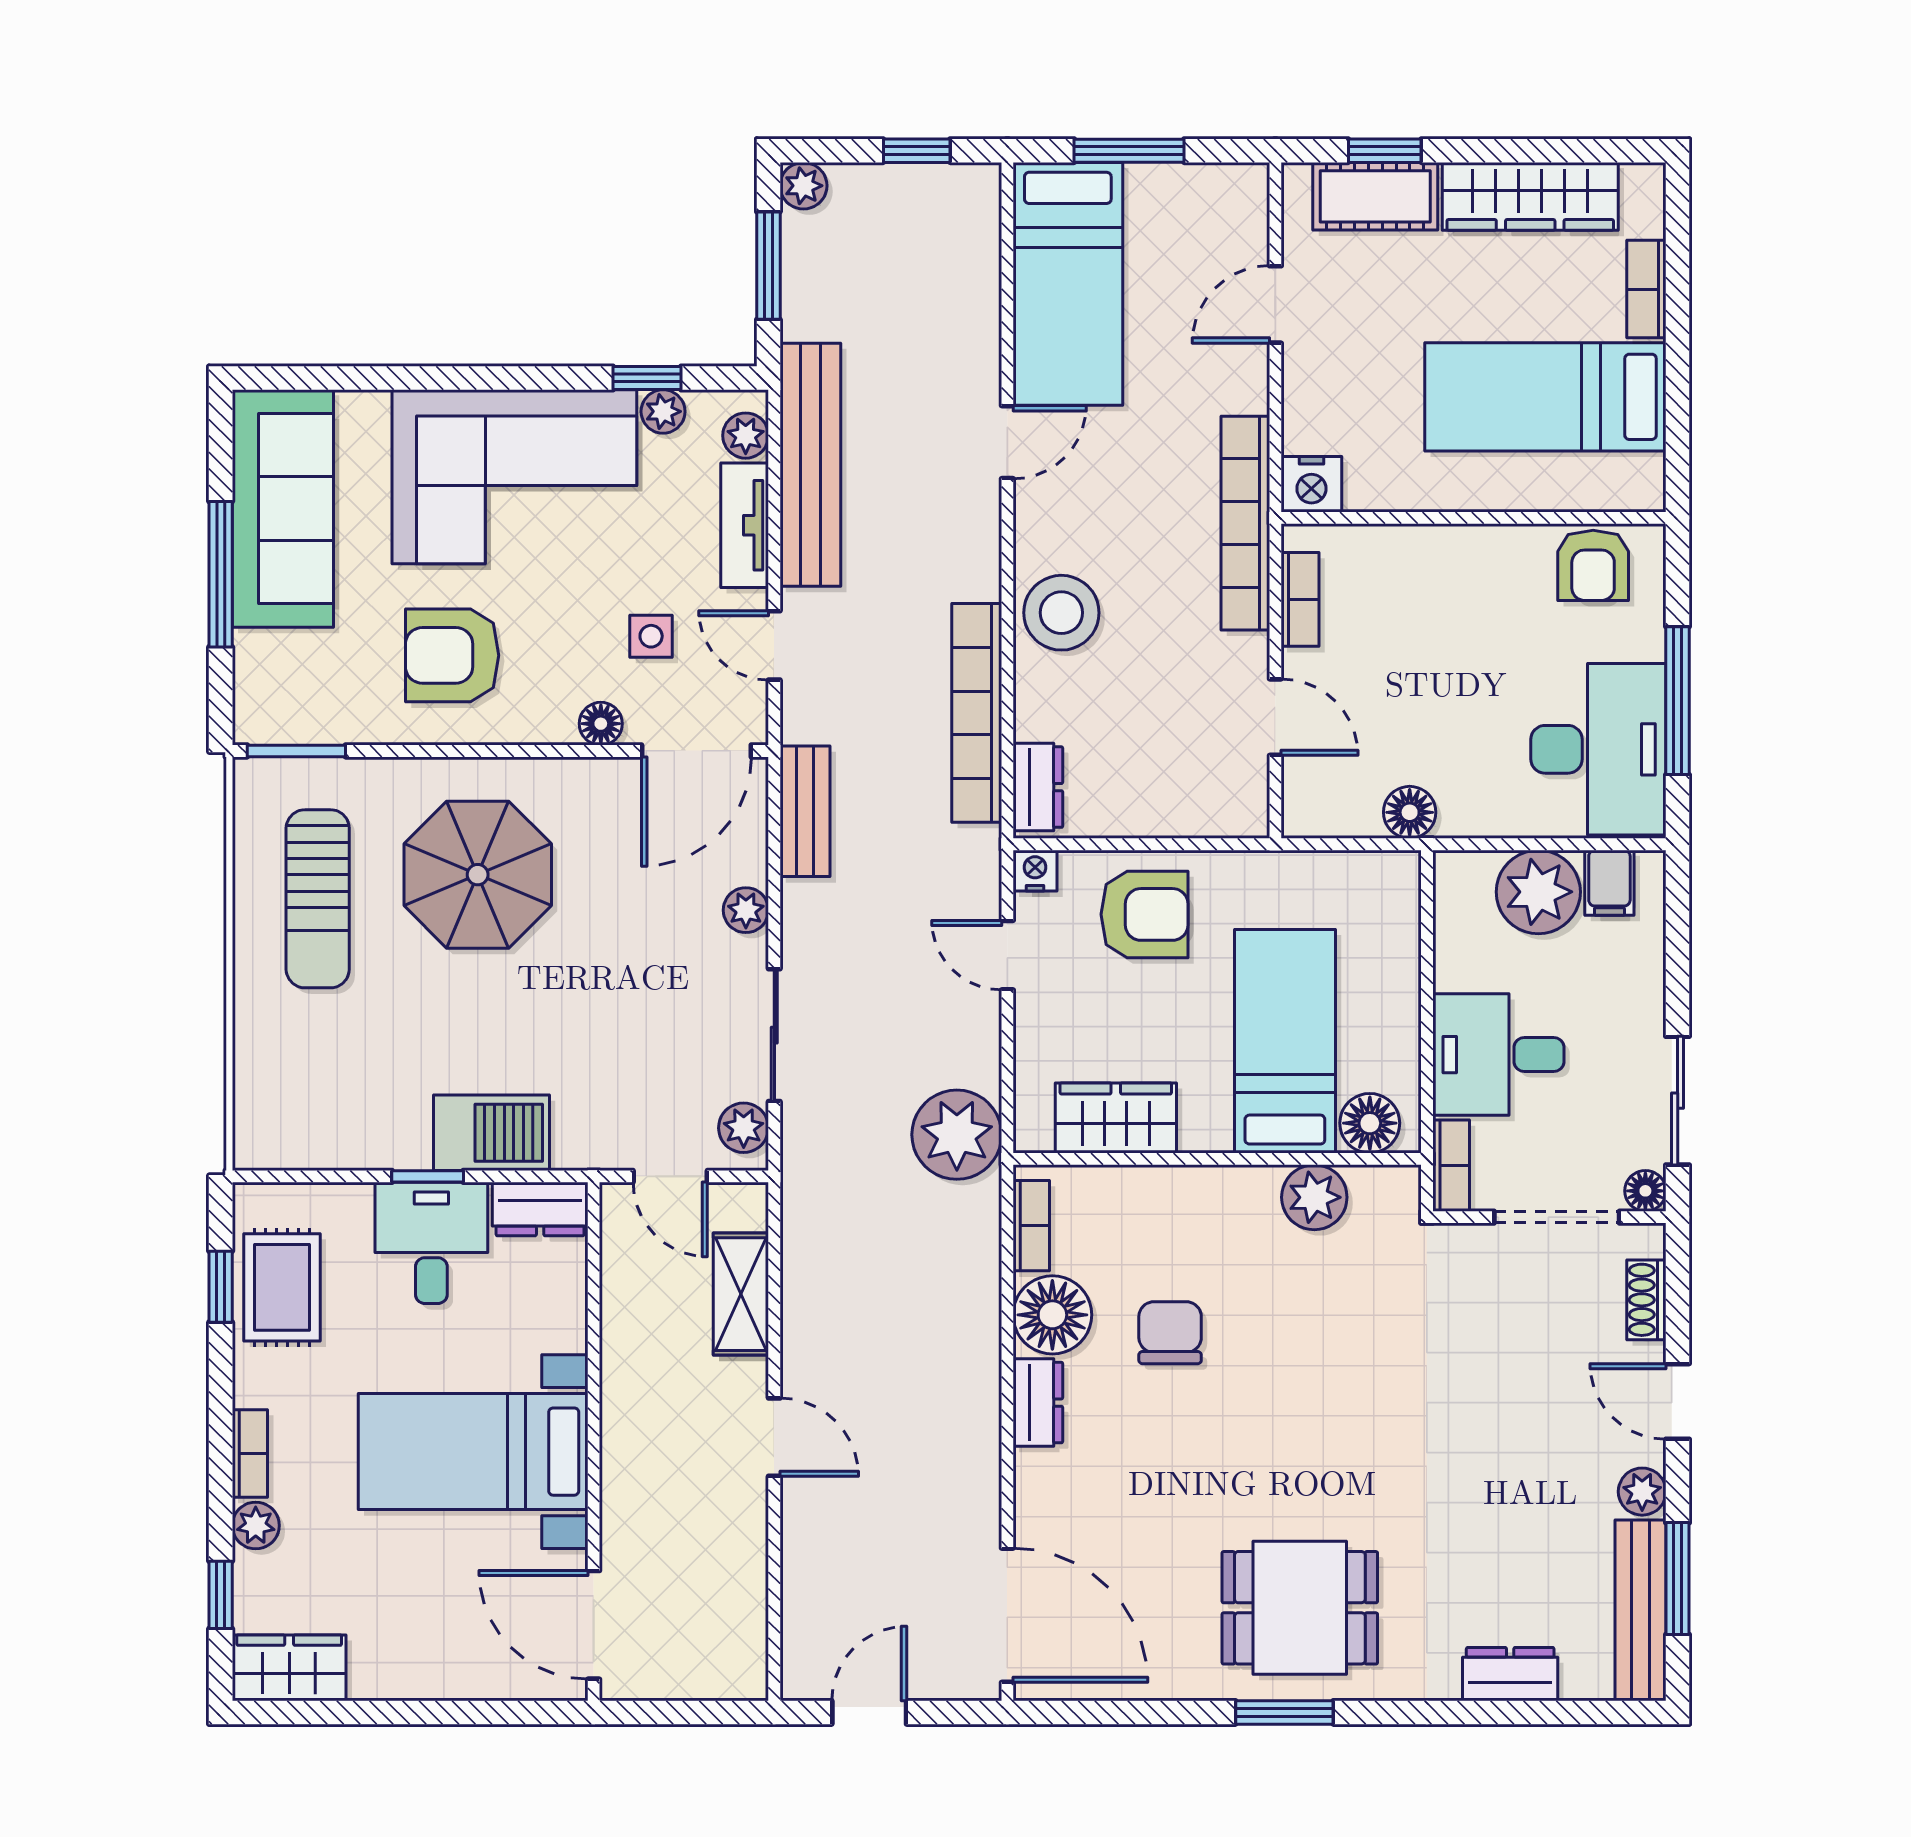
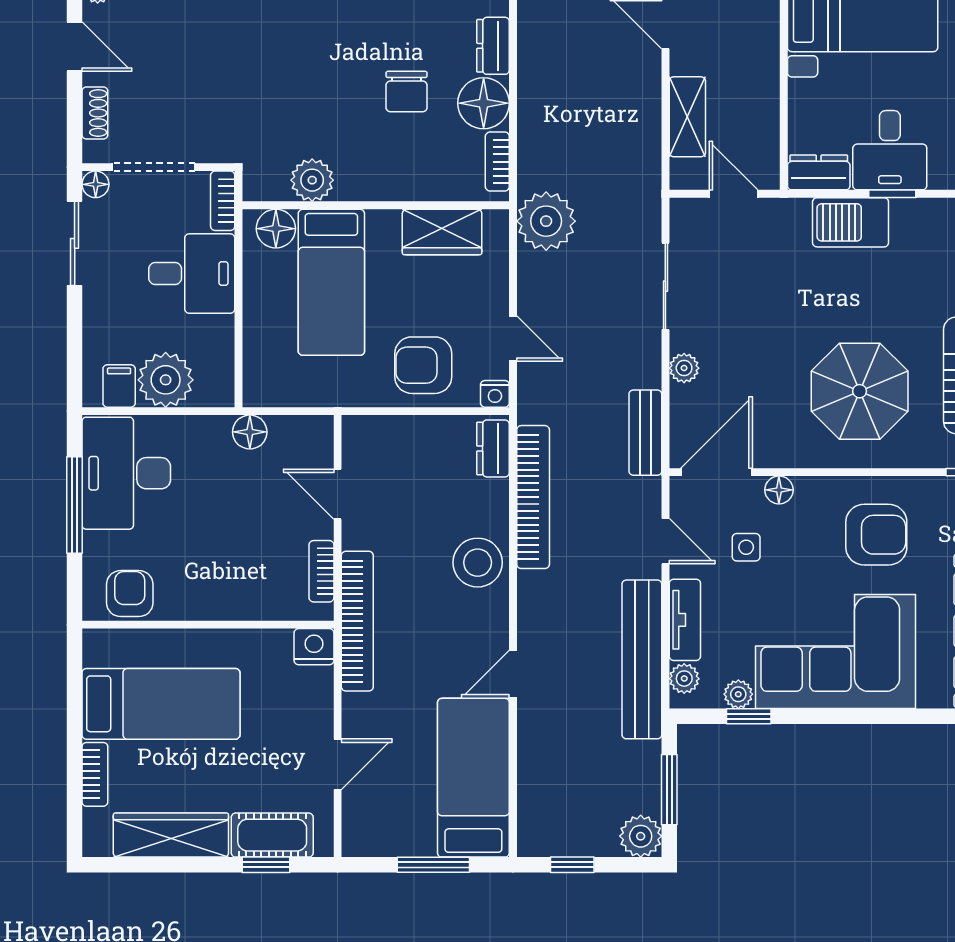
plant: (803, 186) -> (641, 836), width x1.38, depth x1.38
plant: (744, 1128) -> (686, 226), removed

